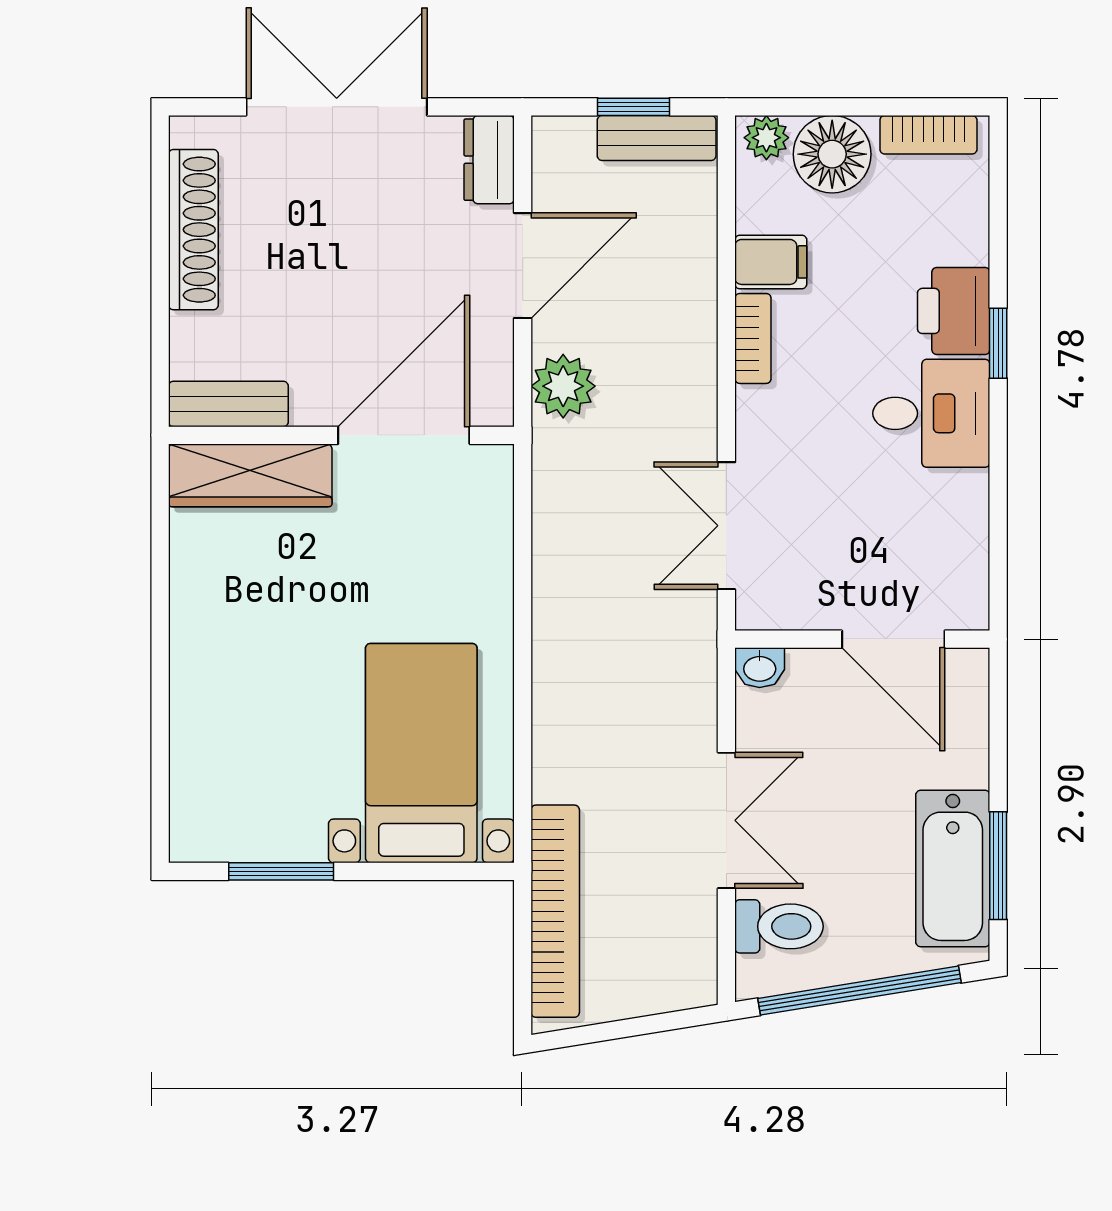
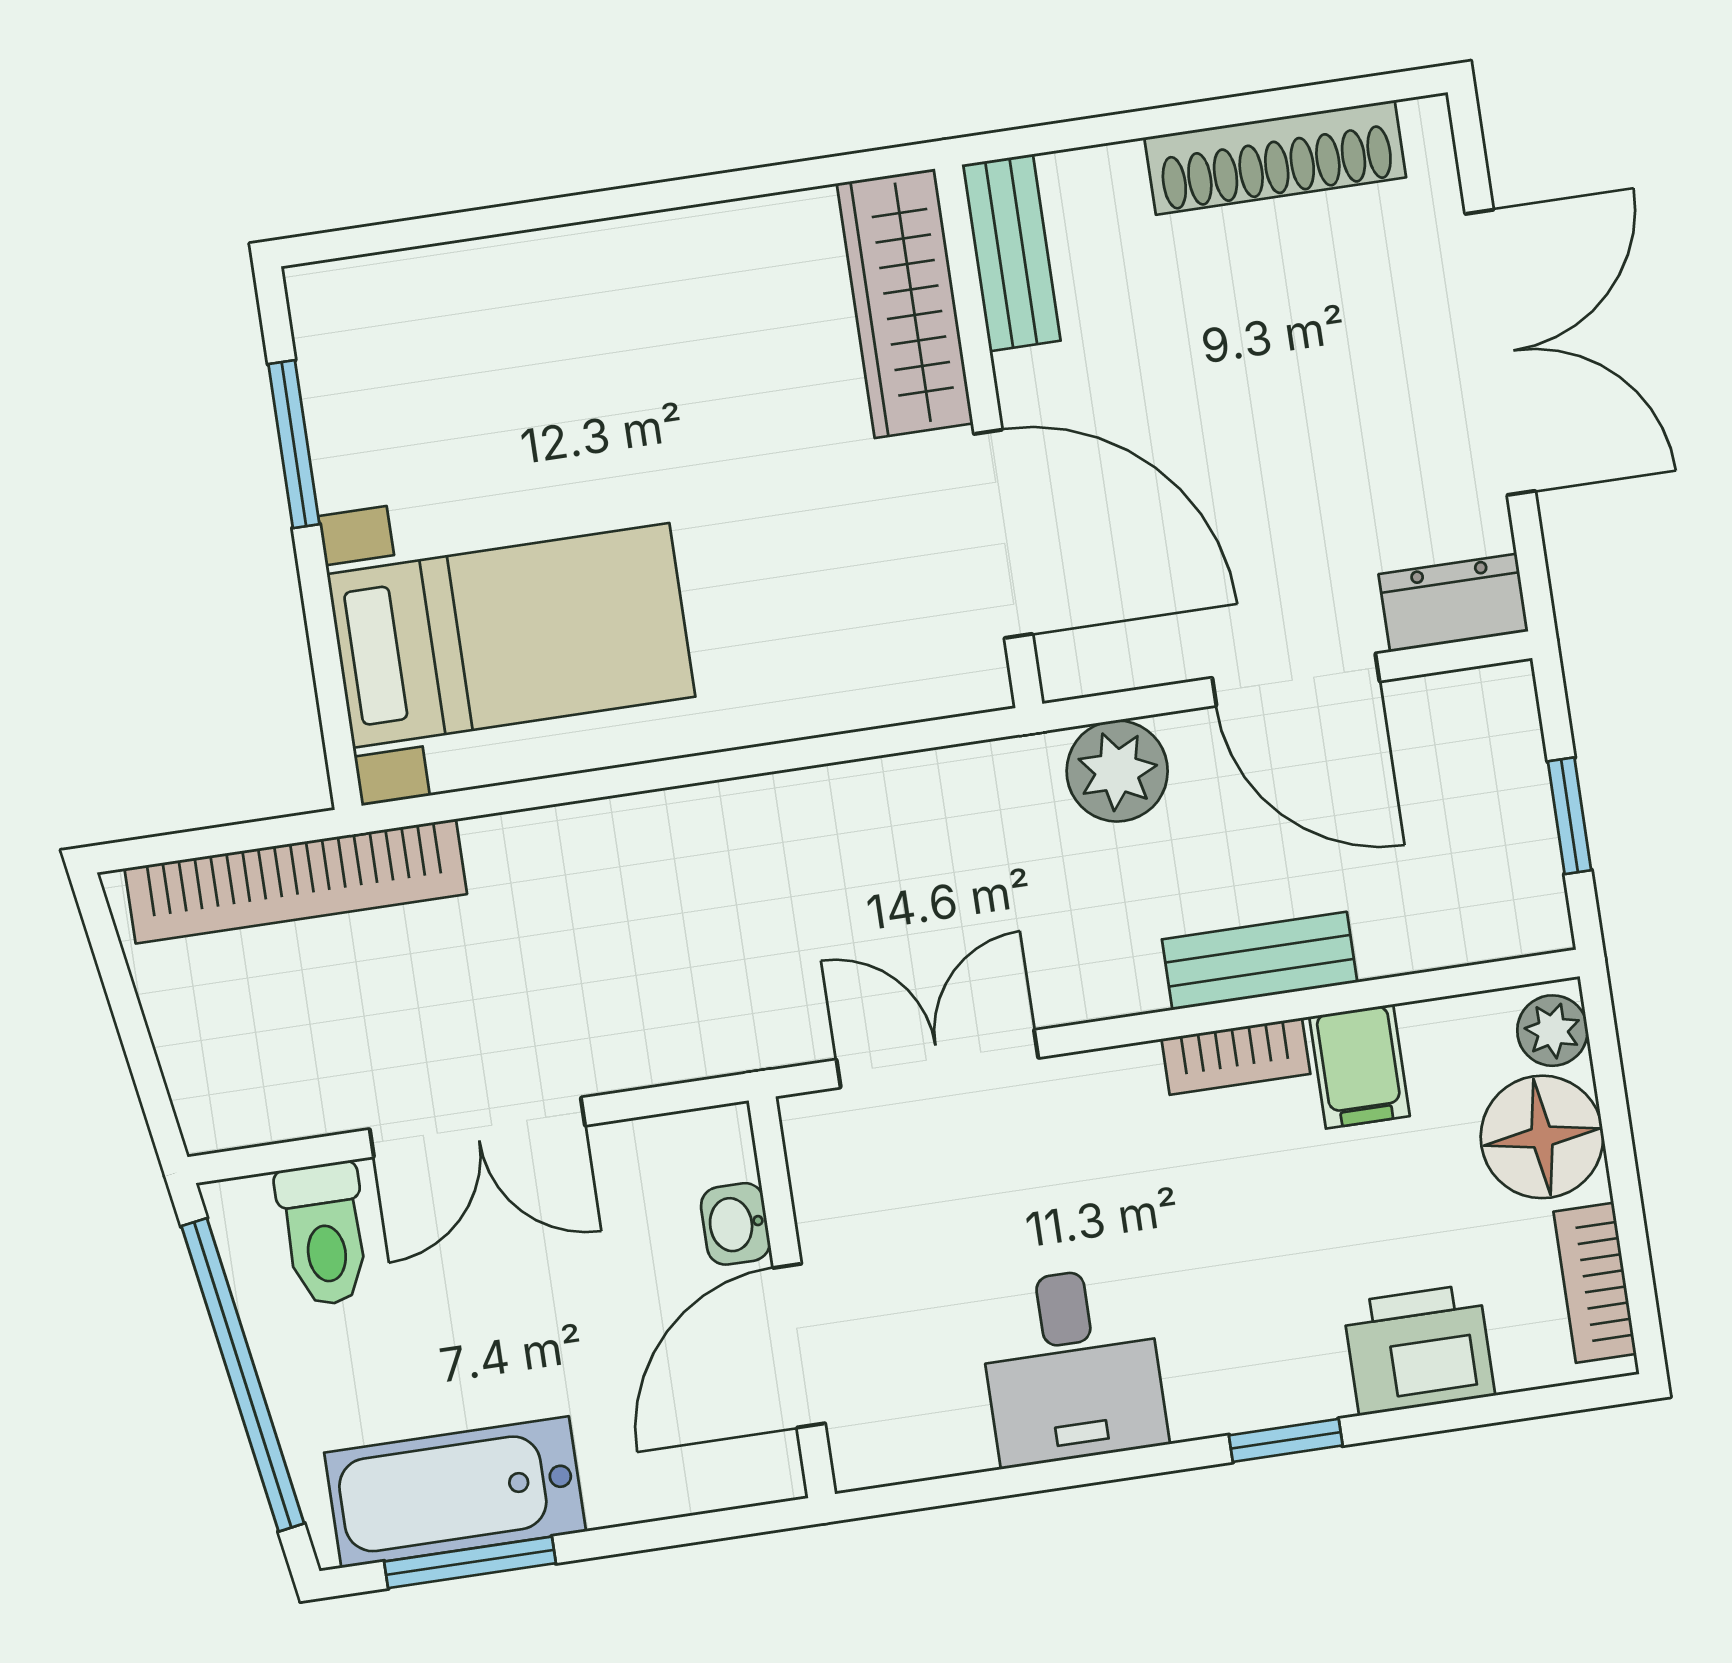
bench: (657, 138) -> (1260, 961), moved, turned 90
printer: (954, 311) -> (1419, 1349), moved
desk: (931, 413) -> (1072, 1366), moved
washbasin: (760, 668) -> (735, 1224), moved

